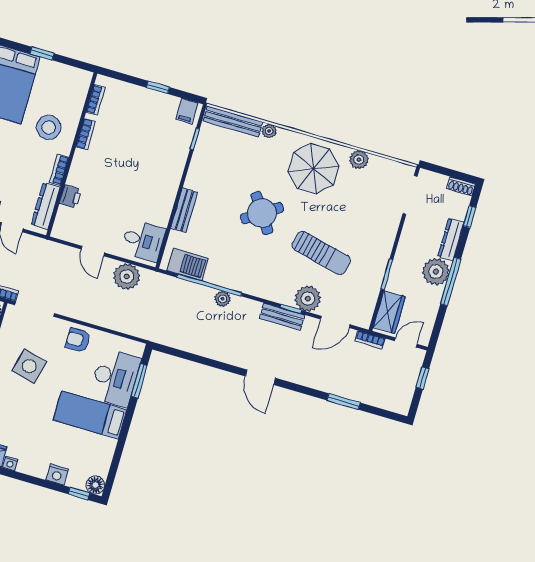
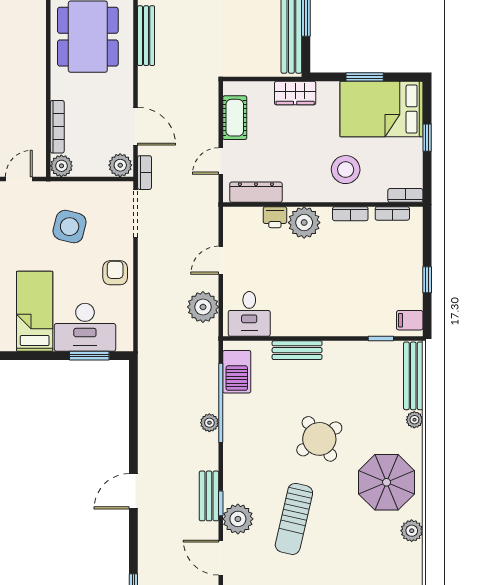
bookcase: (59, 170) -> (405, 195), moved
plant: (82, 174) -> (304, 223), added

